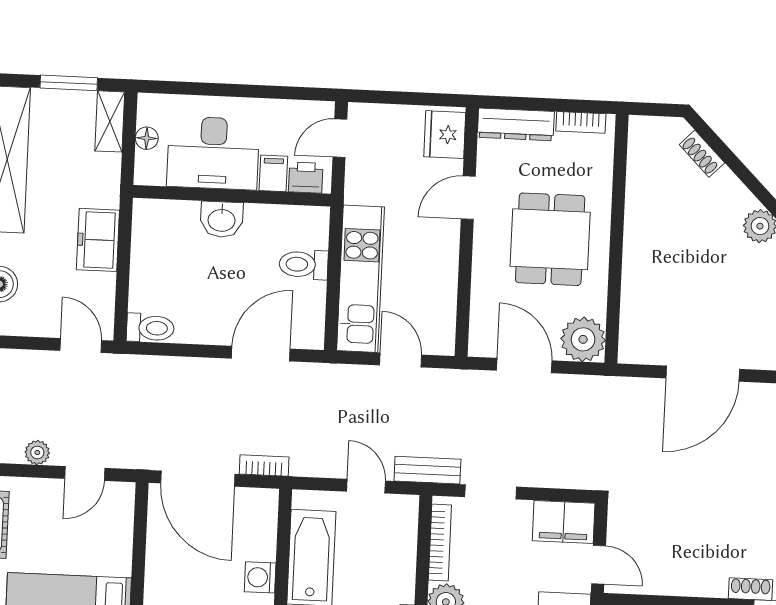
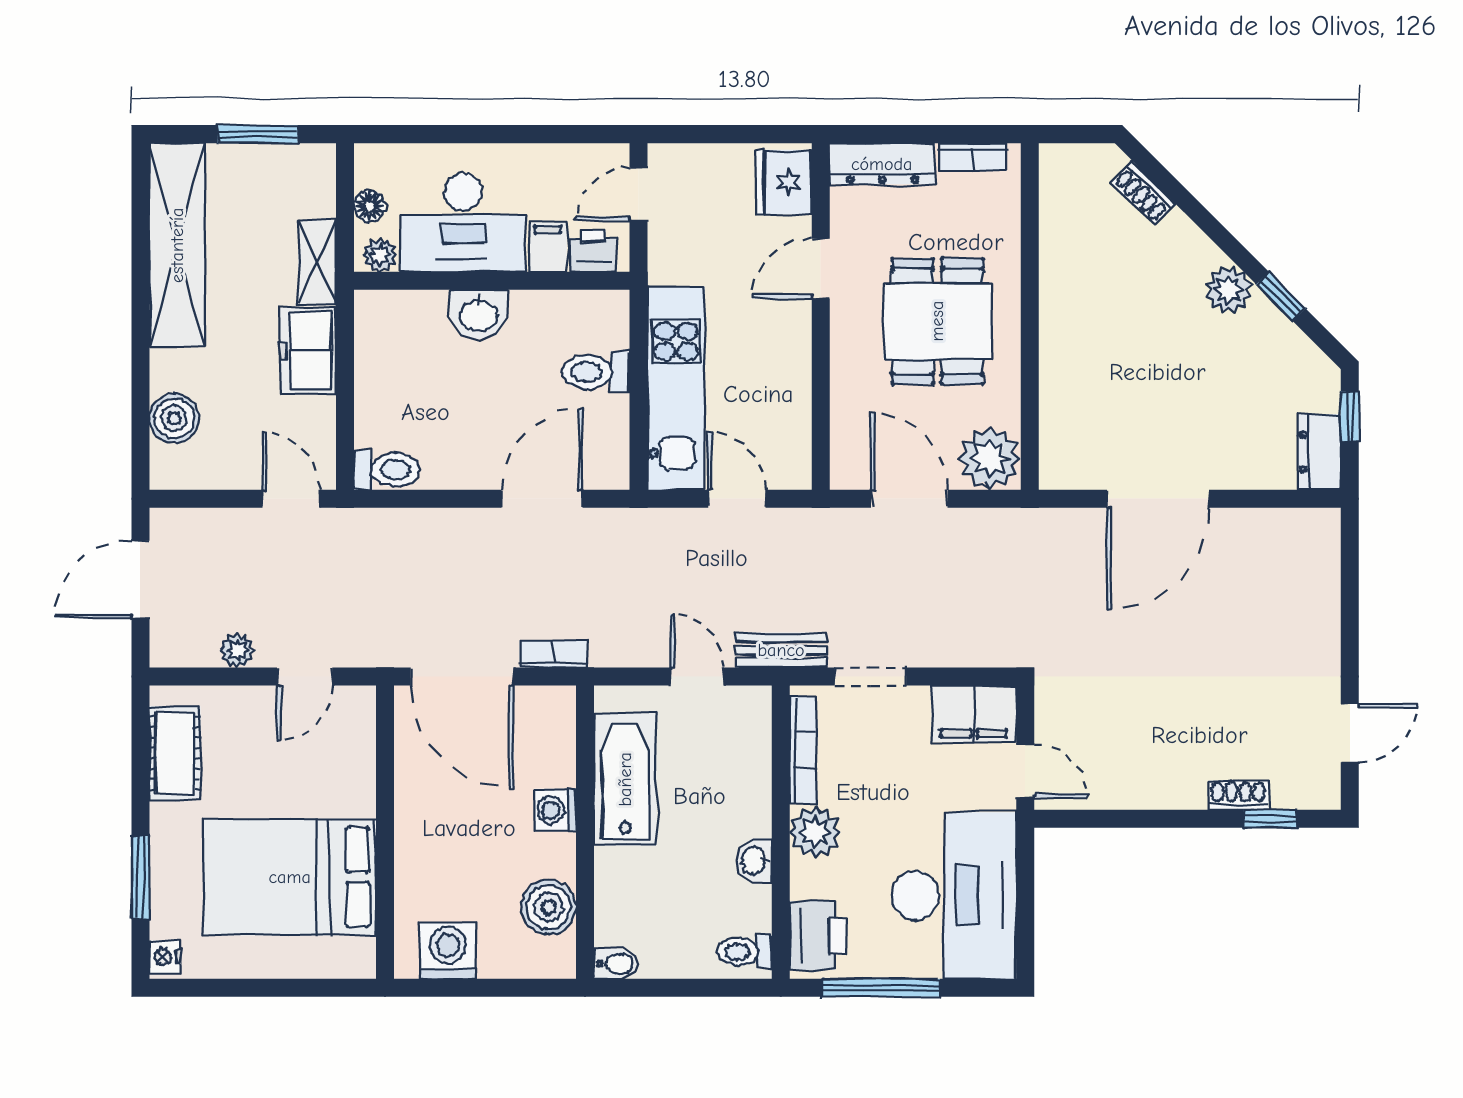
shelving: (110, 121) -> (317, 262), moved
plant: (152, 174) -> (380, 255), added

